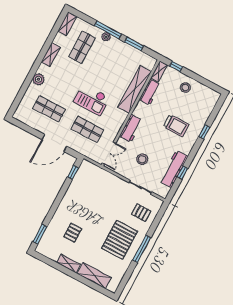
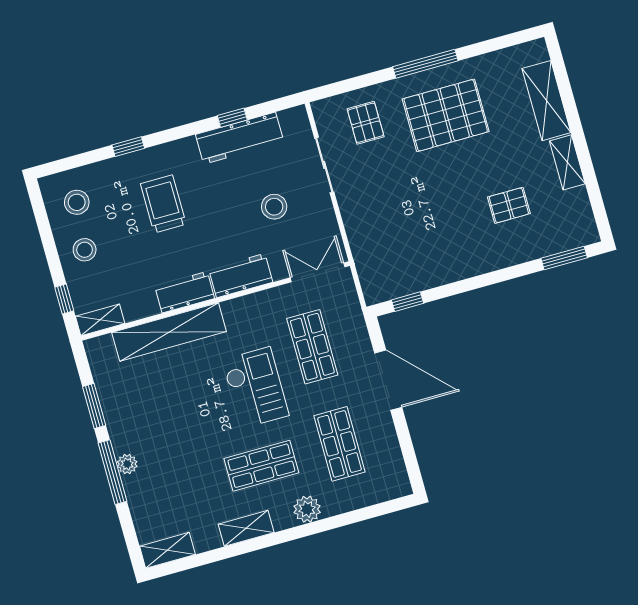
shop shelf: (82, 47) -> (261, 466), moved
workbench: (150, 92) -> (185, 292), moved
stool: (202, 99) -> (77, 202), added

